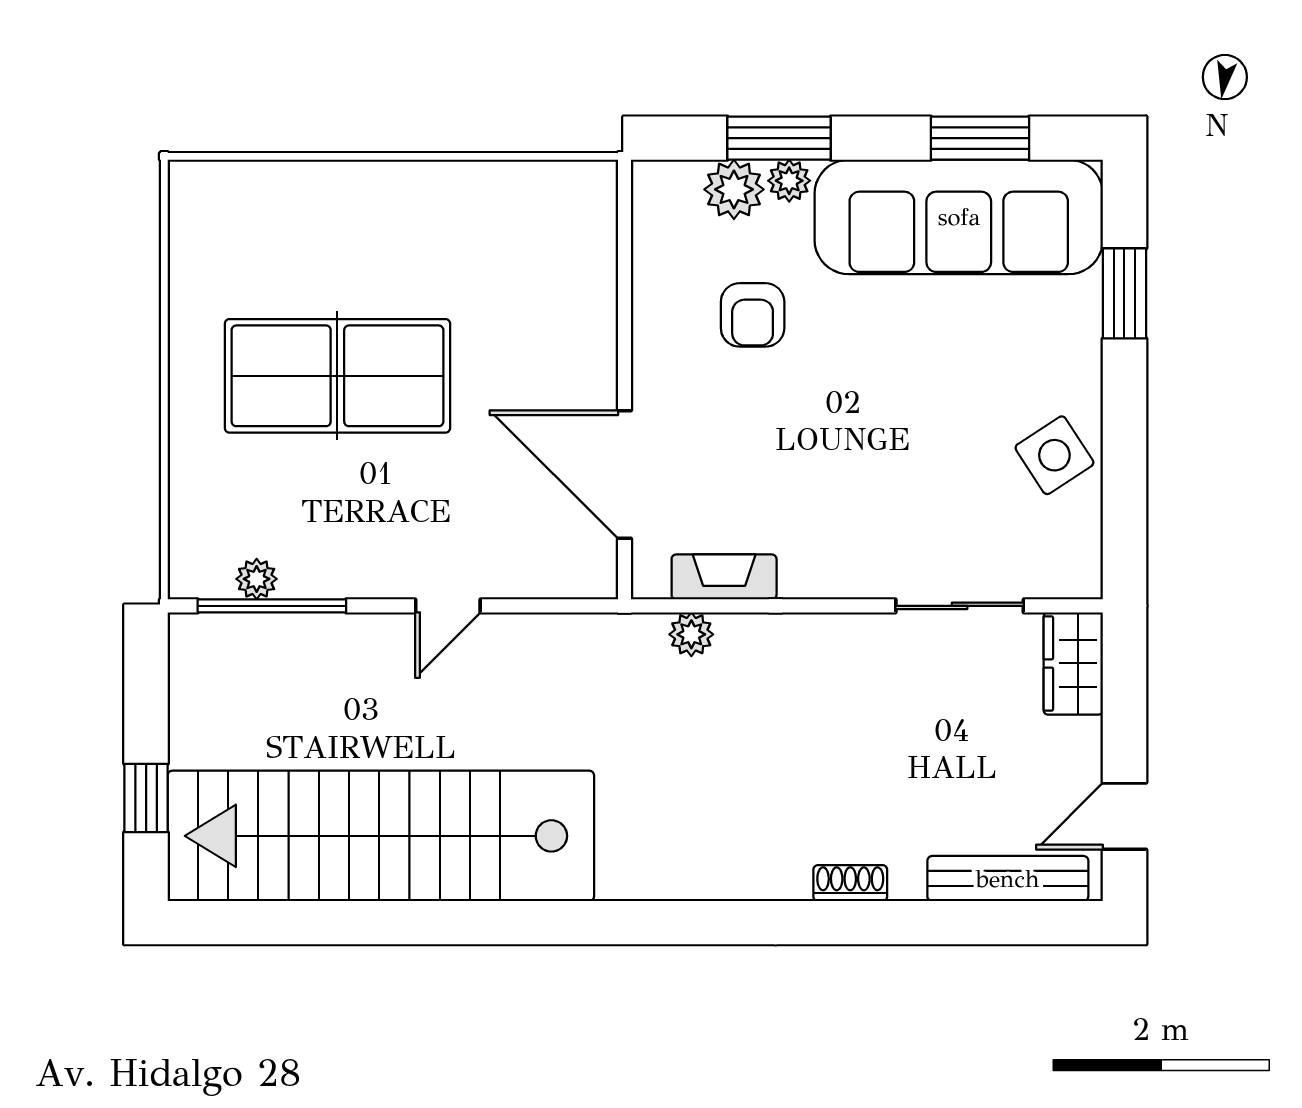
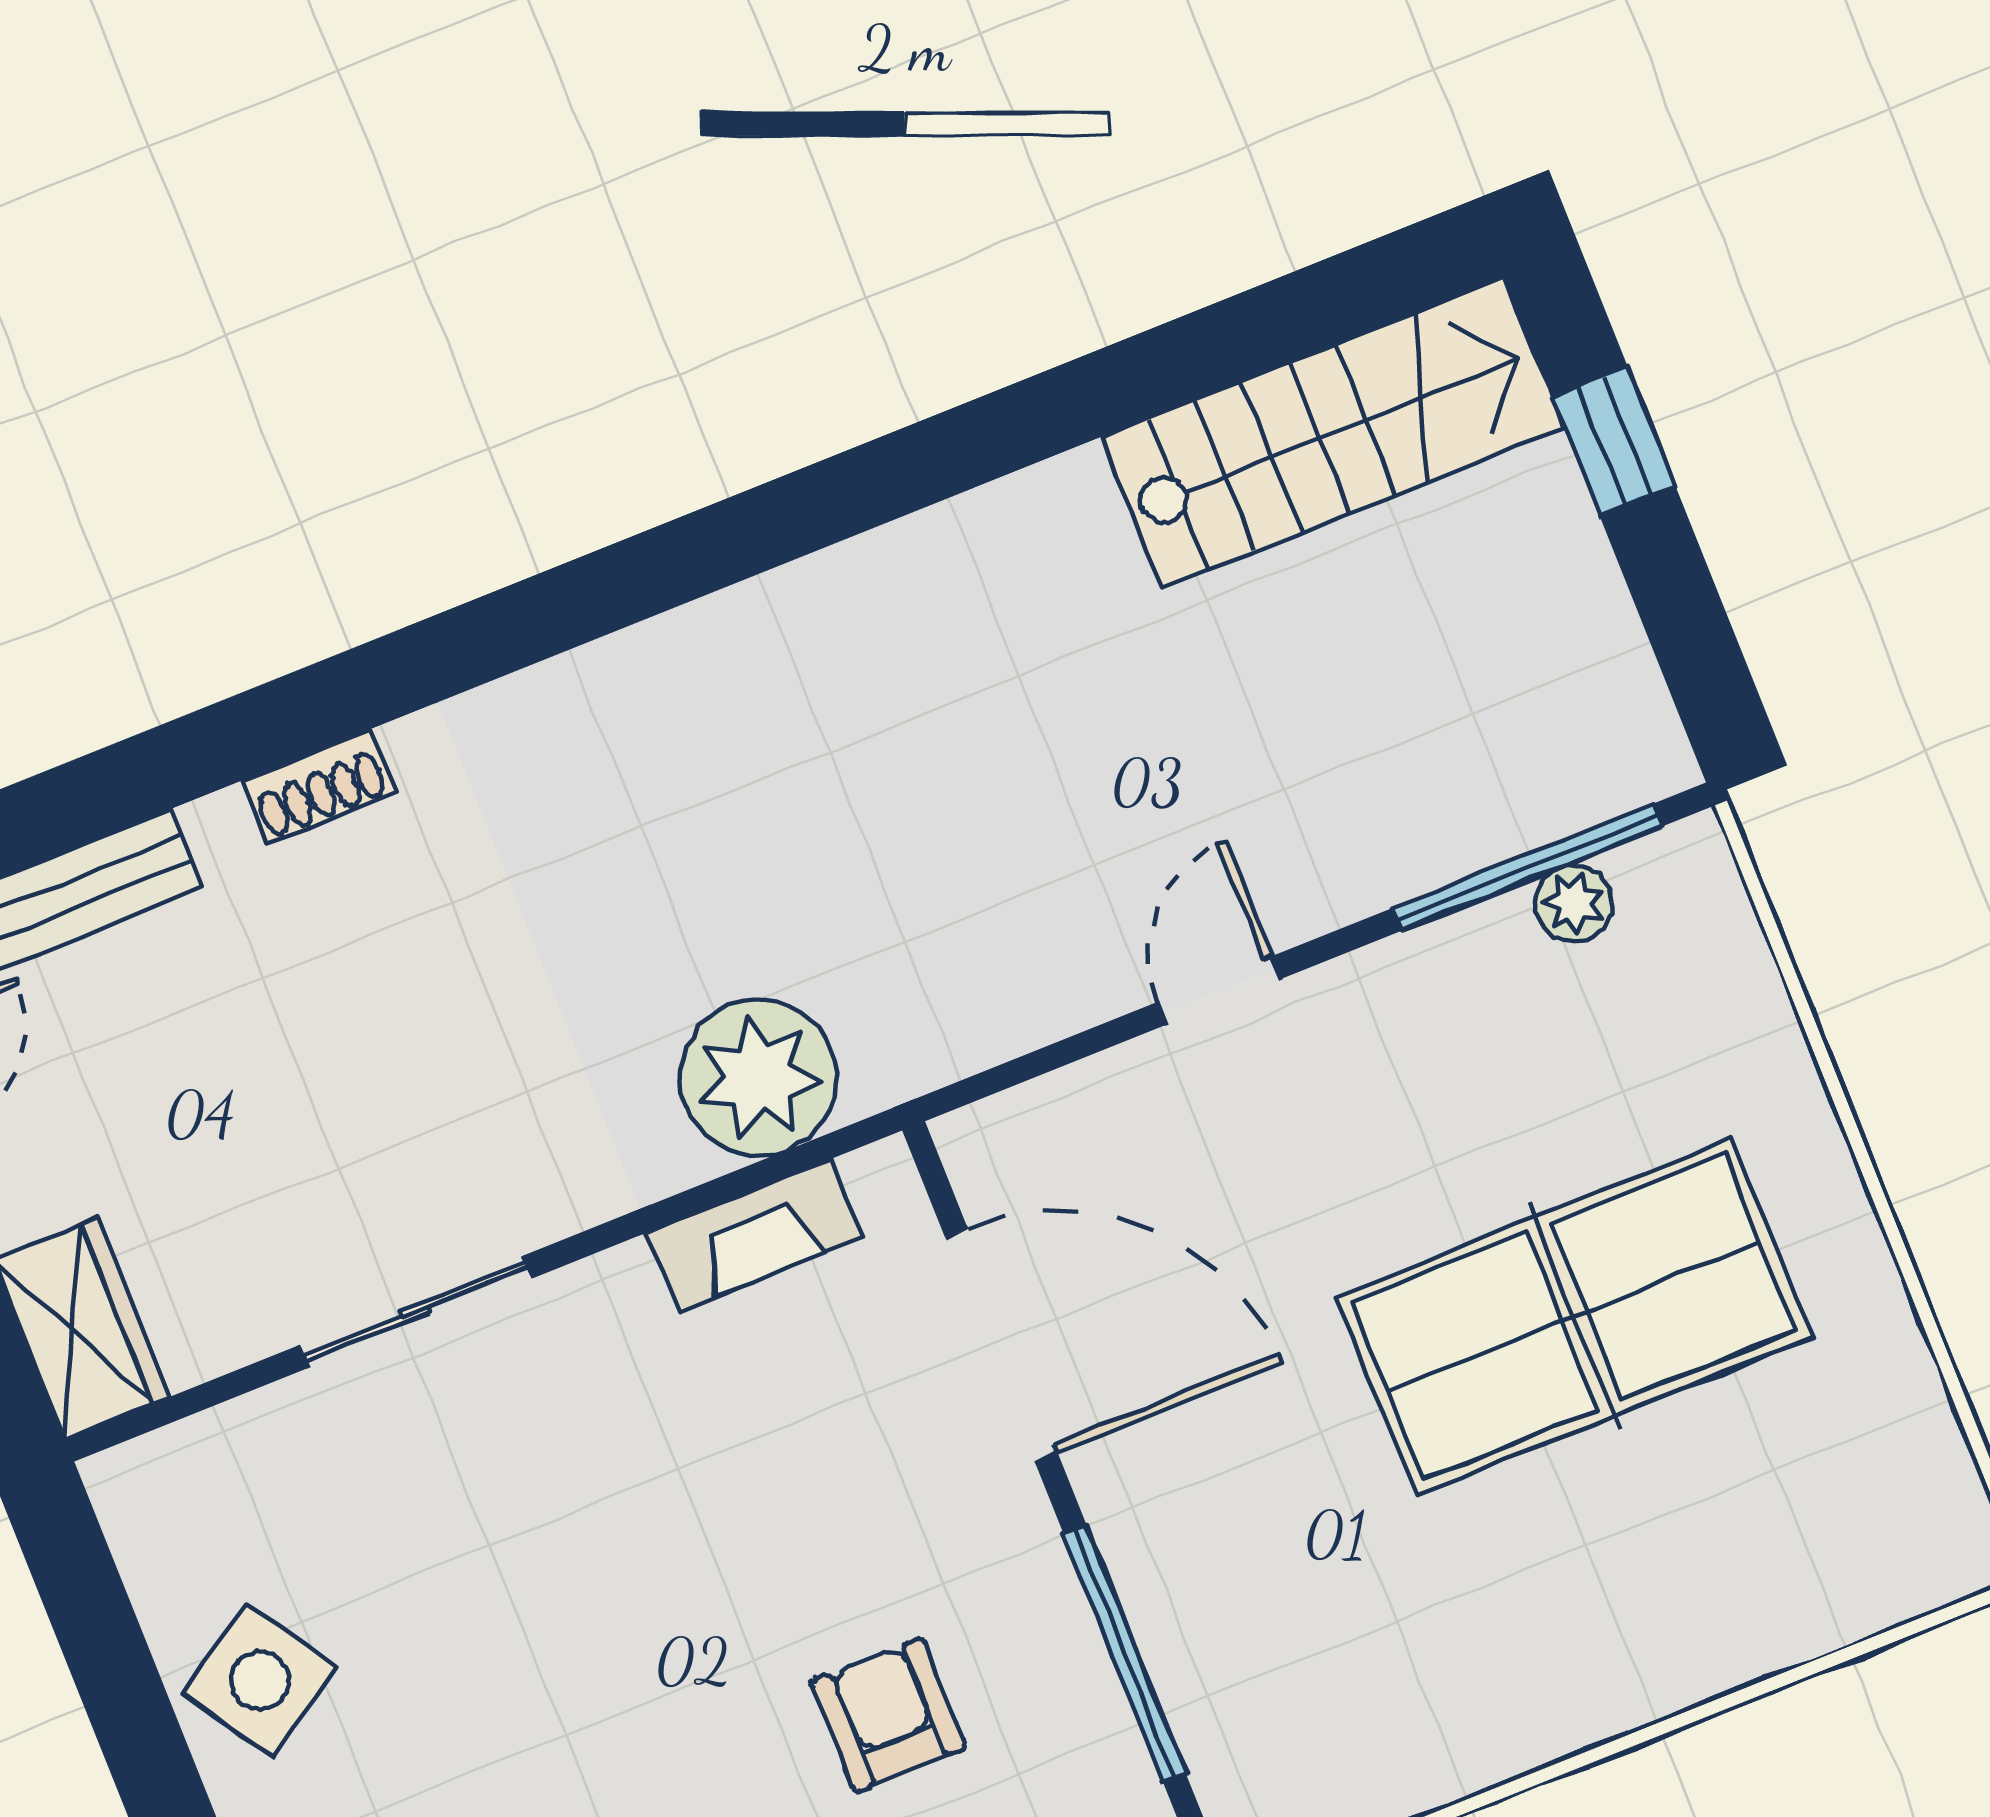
window: (624, 299) -> (1124, 1653), added
sliding door: (960, 606) -> (416, 1312), moved
plant: (691, 634) -> (758, 1078), width x1.88, depth x1.88
stairs: (381, 836) -> (1333, 432), width x0.54, depth x0.66

